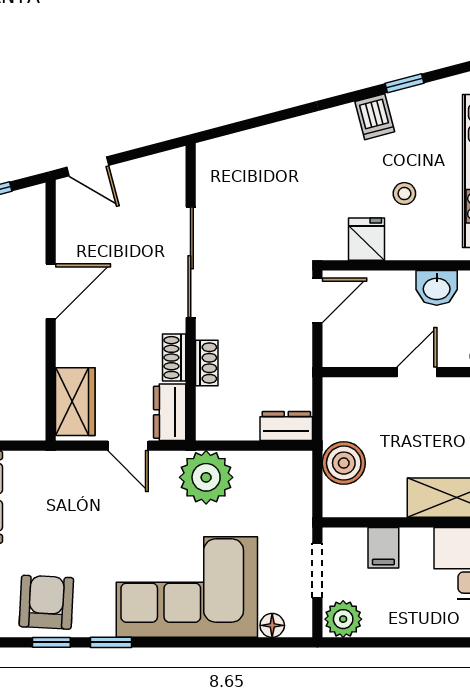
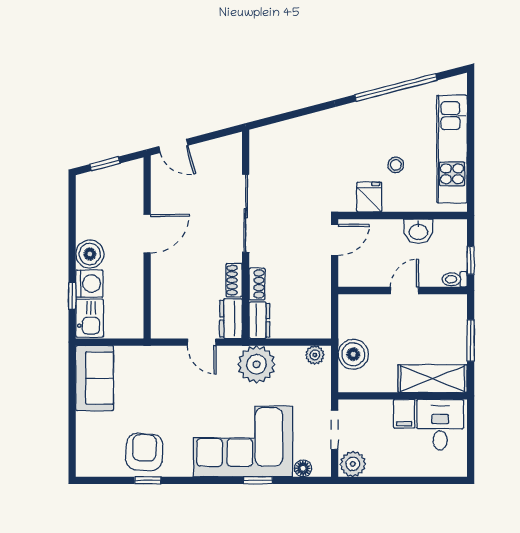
window: (405, 83) -> (396, 87), width x3.17
dishwasher: (375, 117) -> (375, 111), removed
wardrobe: (75, 402) -> (165, 311), removed
dresser: (286, 426) -> (259, 320), moved, turned 90
plant: (289, 464) -> (315, 355), added
filing cabinet: (383, 548) -> (404, 414), moved
window: (111, 642) -> (258, 480), moved

